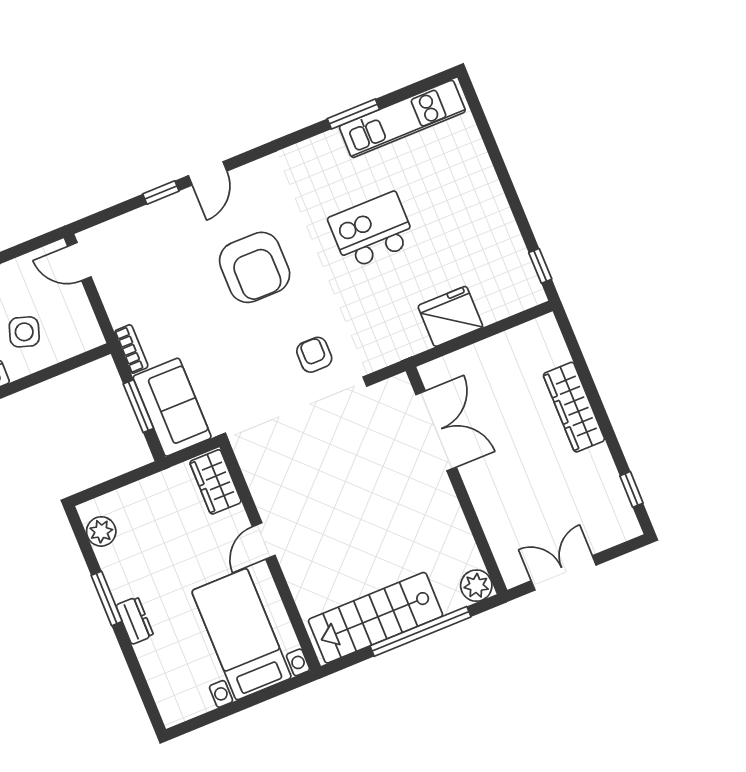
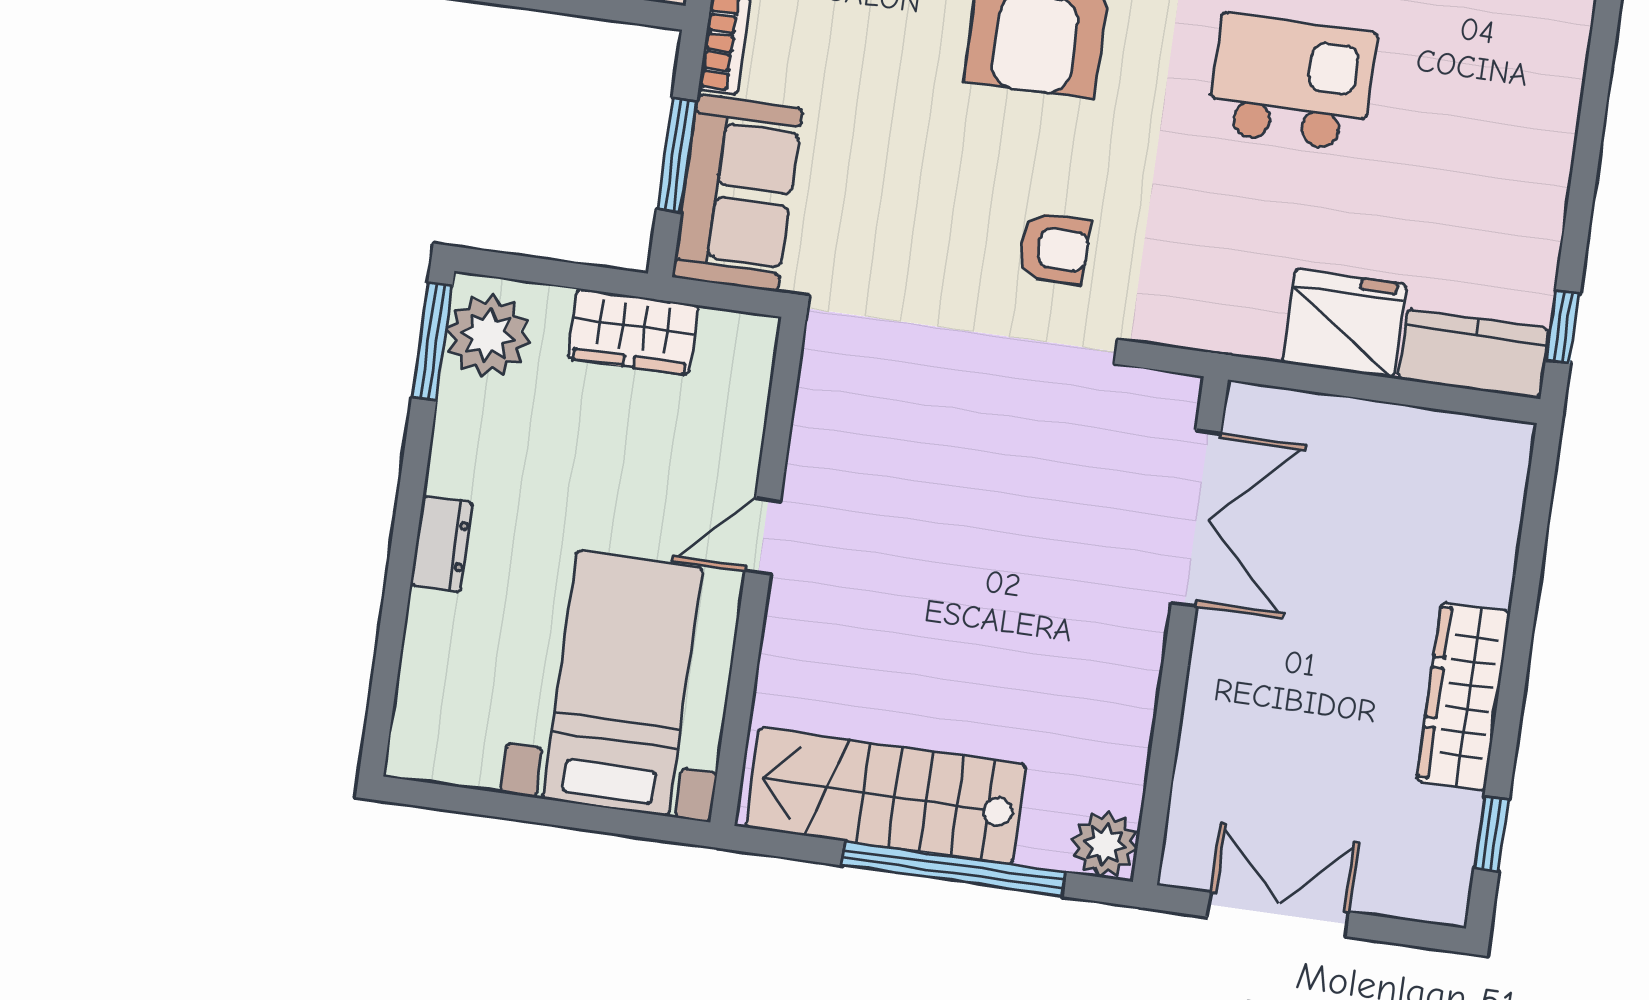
kitchen counter: (510, 298) -> (1473, 354), added
armchair: (314, 355) -> (1054, 249), turned 90
wardrobe: (574, 407) -> (1463, 696), moved
wardrobe: (215, 482) -> (633, 332), moved, turned -90
plant: (101, 531) -> (488, 336), width x1.36, depth x1.36
window: (107, 598) -> (432, 342), moved

